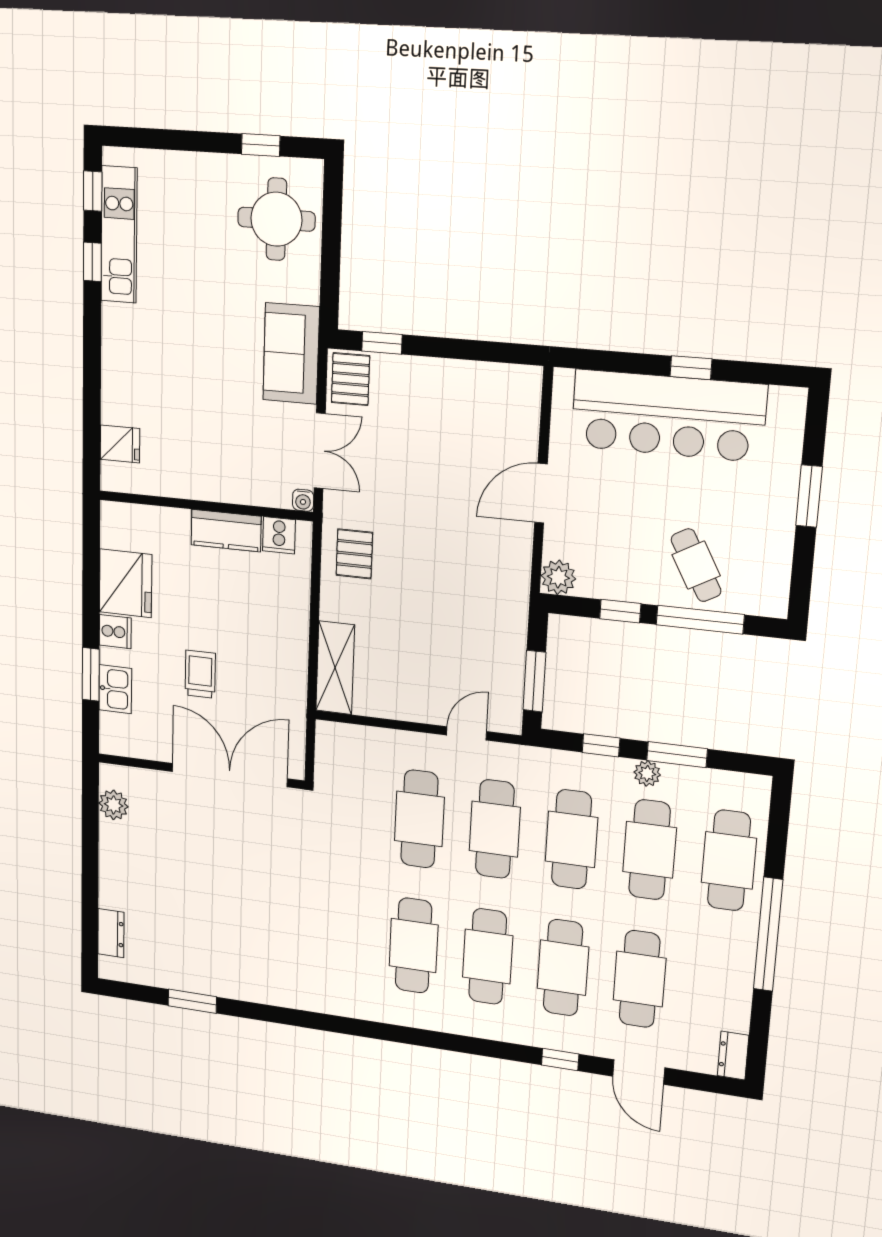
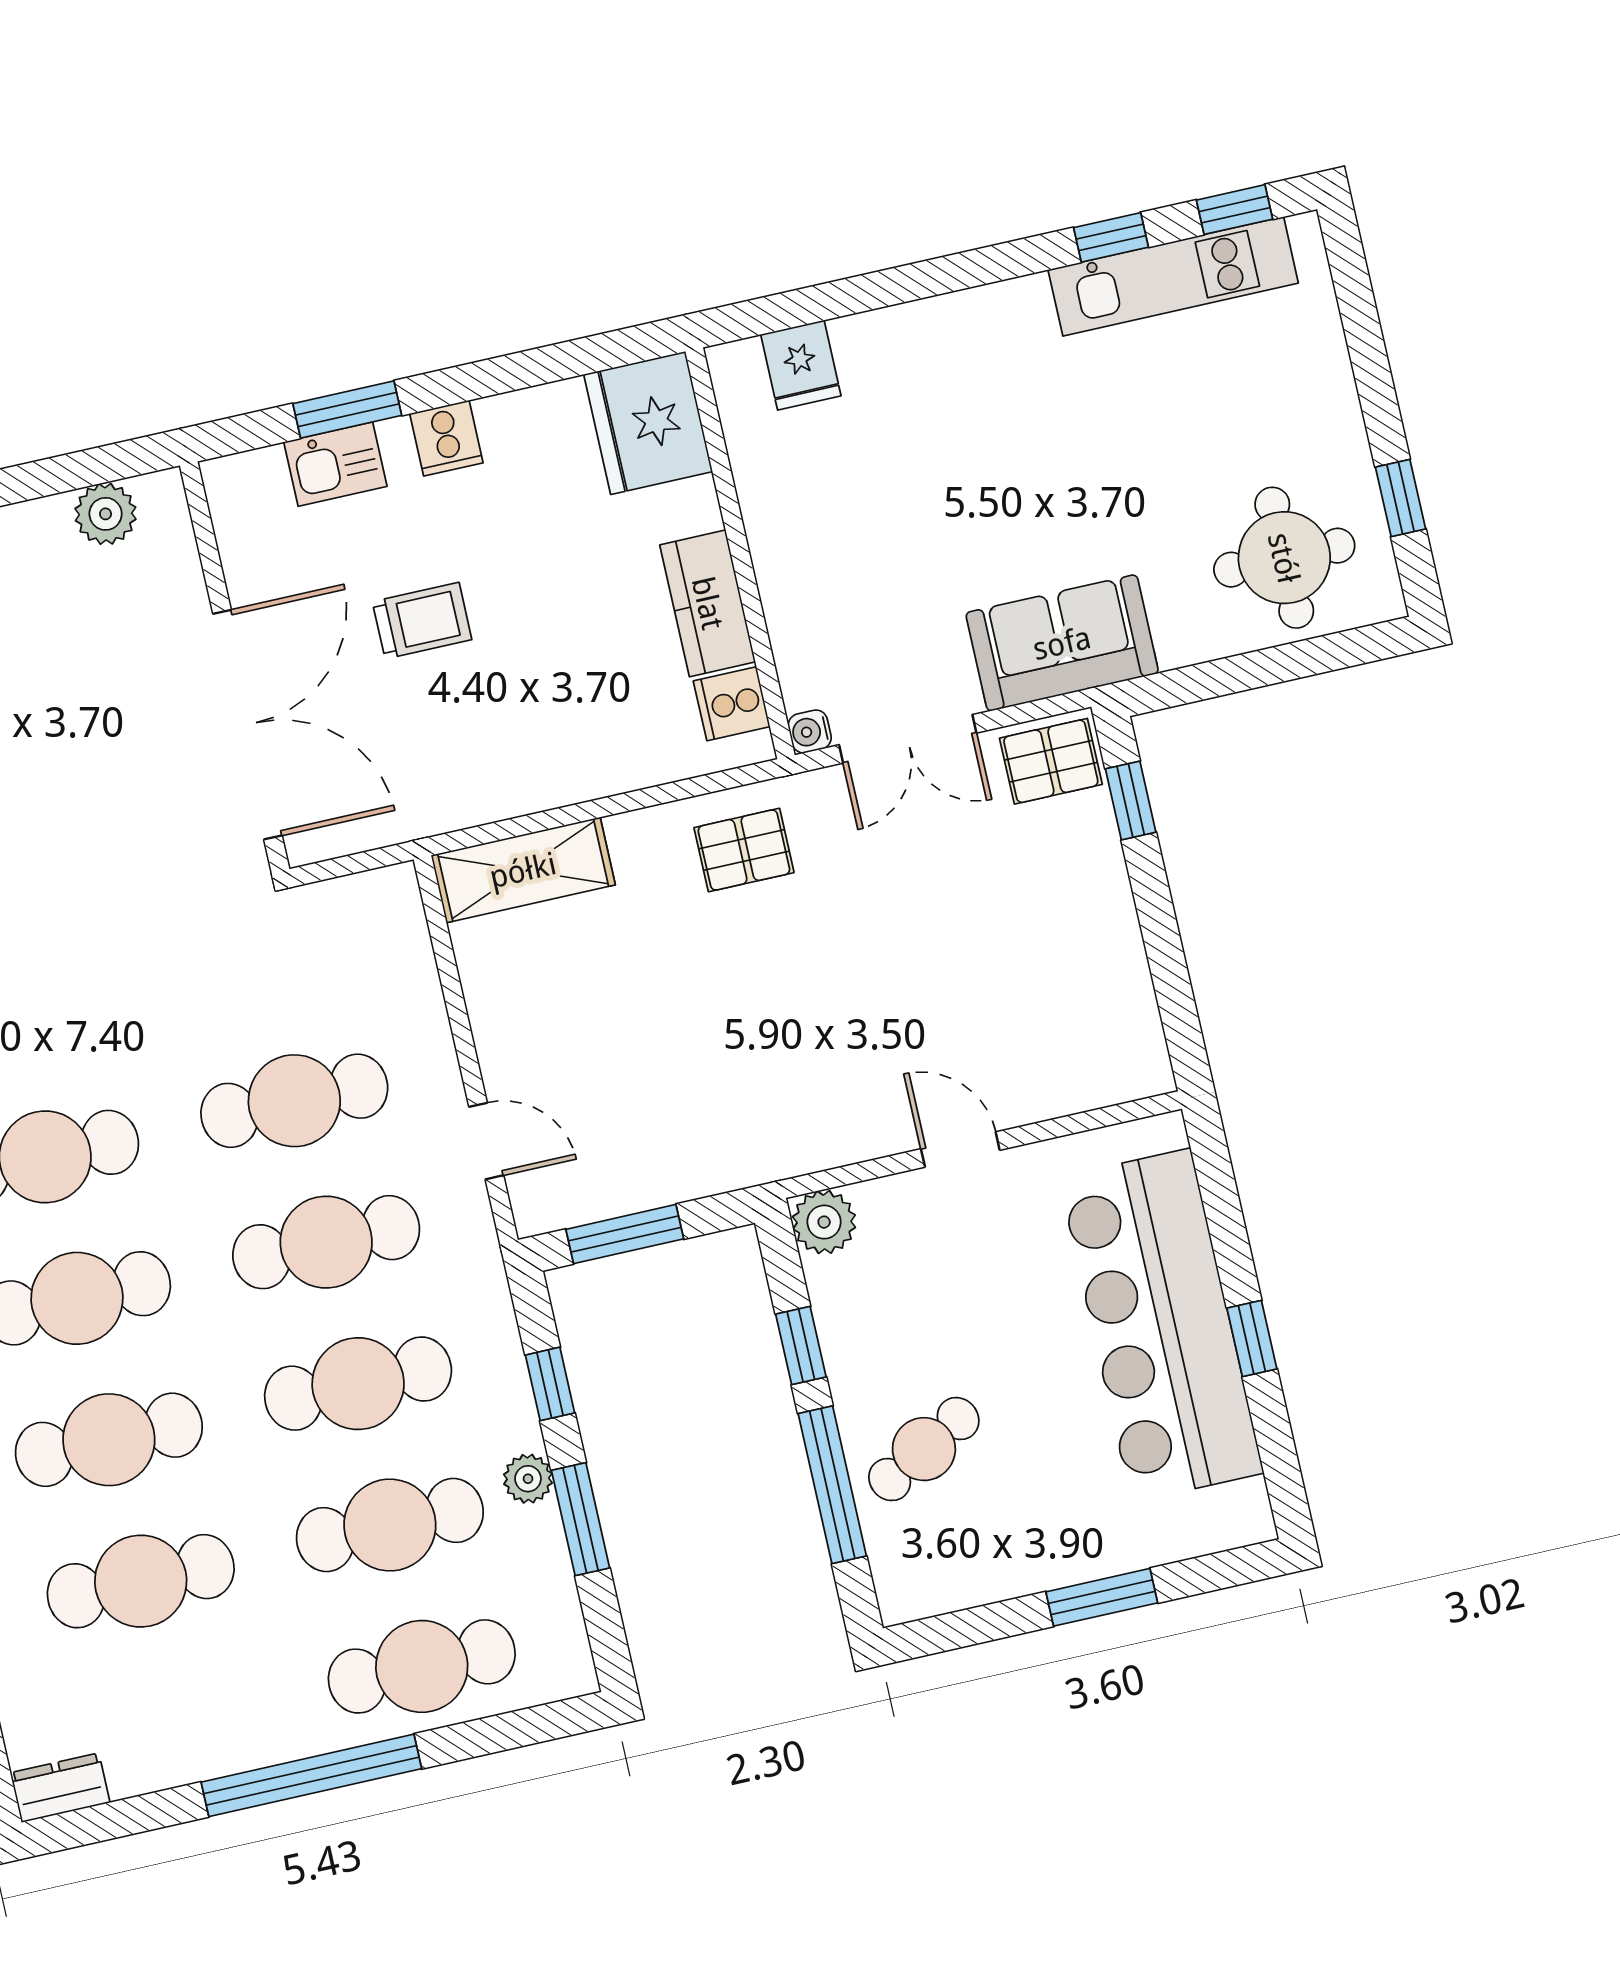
door: (541, 493) -> (960, 1149), width x0.73
fridge: (126, 583) -> (648, 423), moved, turned 90

